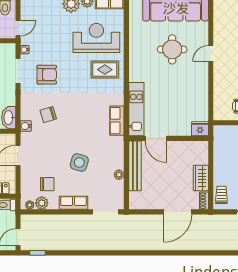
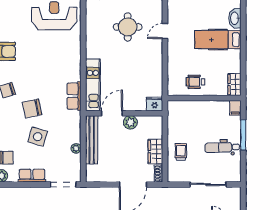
rug: (105, 70) -> (62, 46), removed
chair: (74, 133) -> (32, 108), added
door: (156, 138) -> (112, 113), swing flipped
plant: (175, 148) -> (130, 122), added
trolley: (221, 195) -> (181, 152), moved

